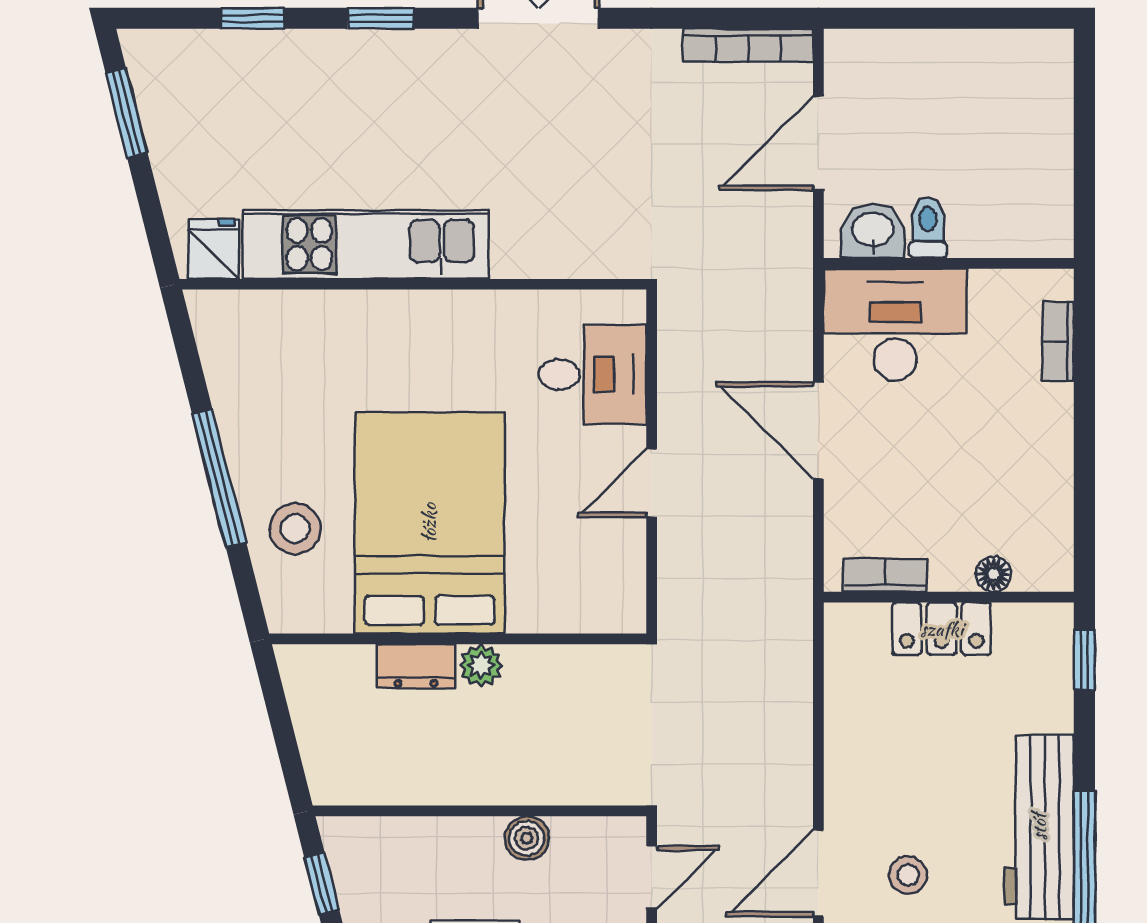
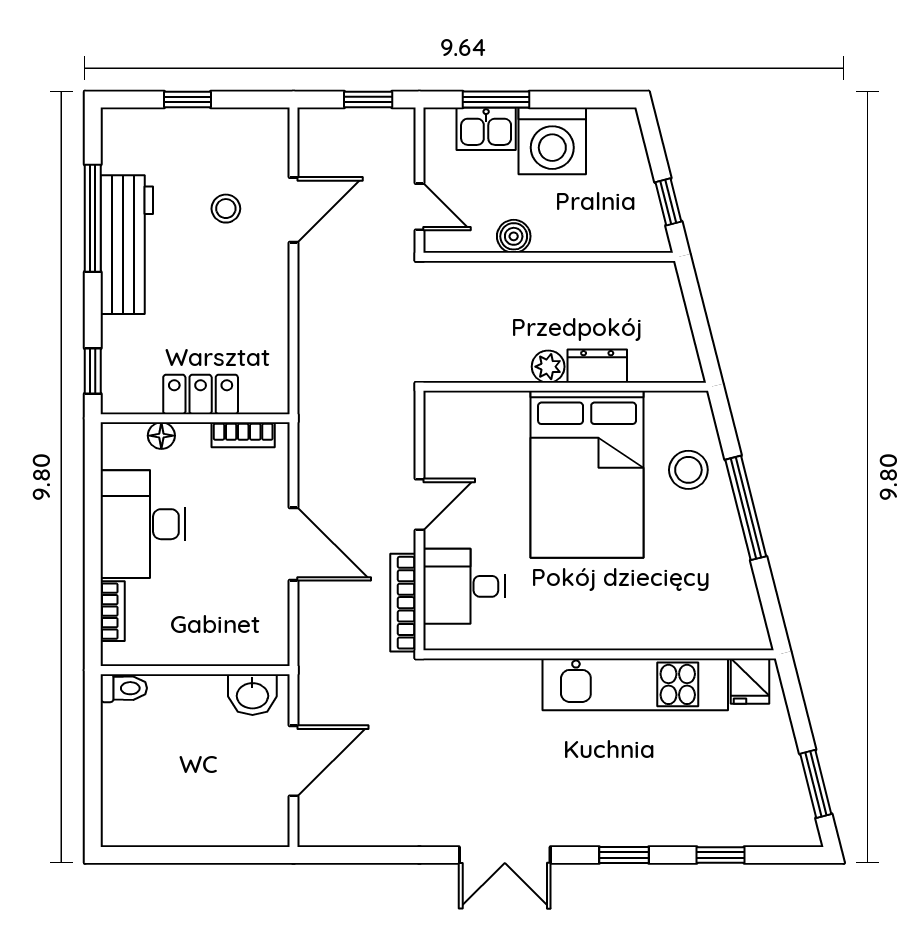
bookcase: (748, 45) -> (403, 603), moved, turned -90
toilet: (928, 228) -> (124, 688), moved, turned -90
desk: (895, 325) -> (143, 524), moved, turned 90
door: (652, 877) -> (419, 207), swing flipped

